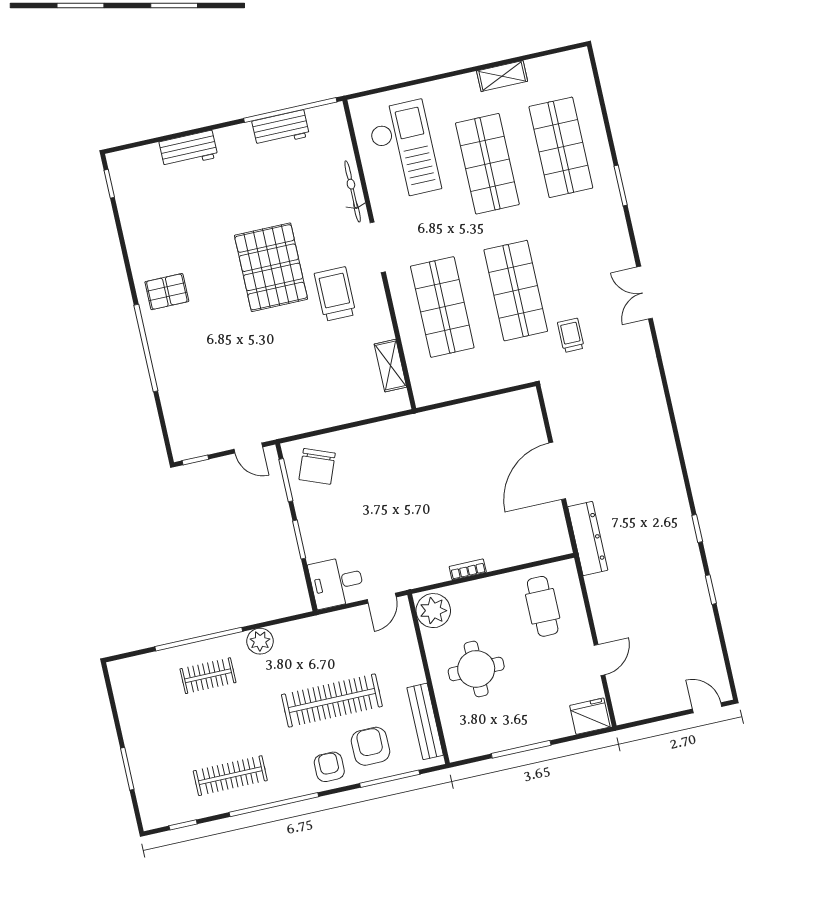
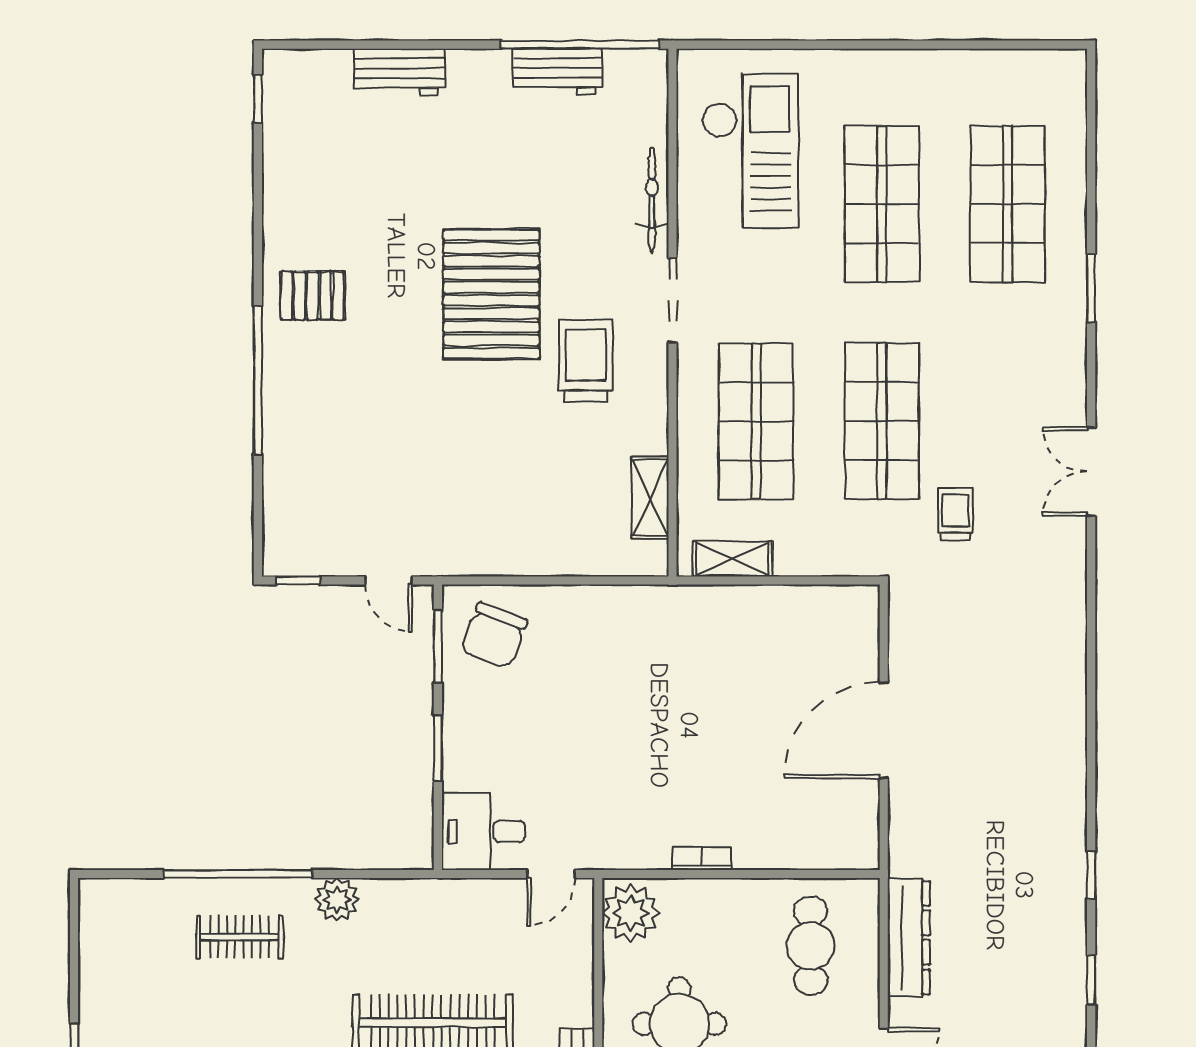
shelving: (502, 76) -> (732, 559), moved
dresser: (588, 538) -> (909, 938), moved

